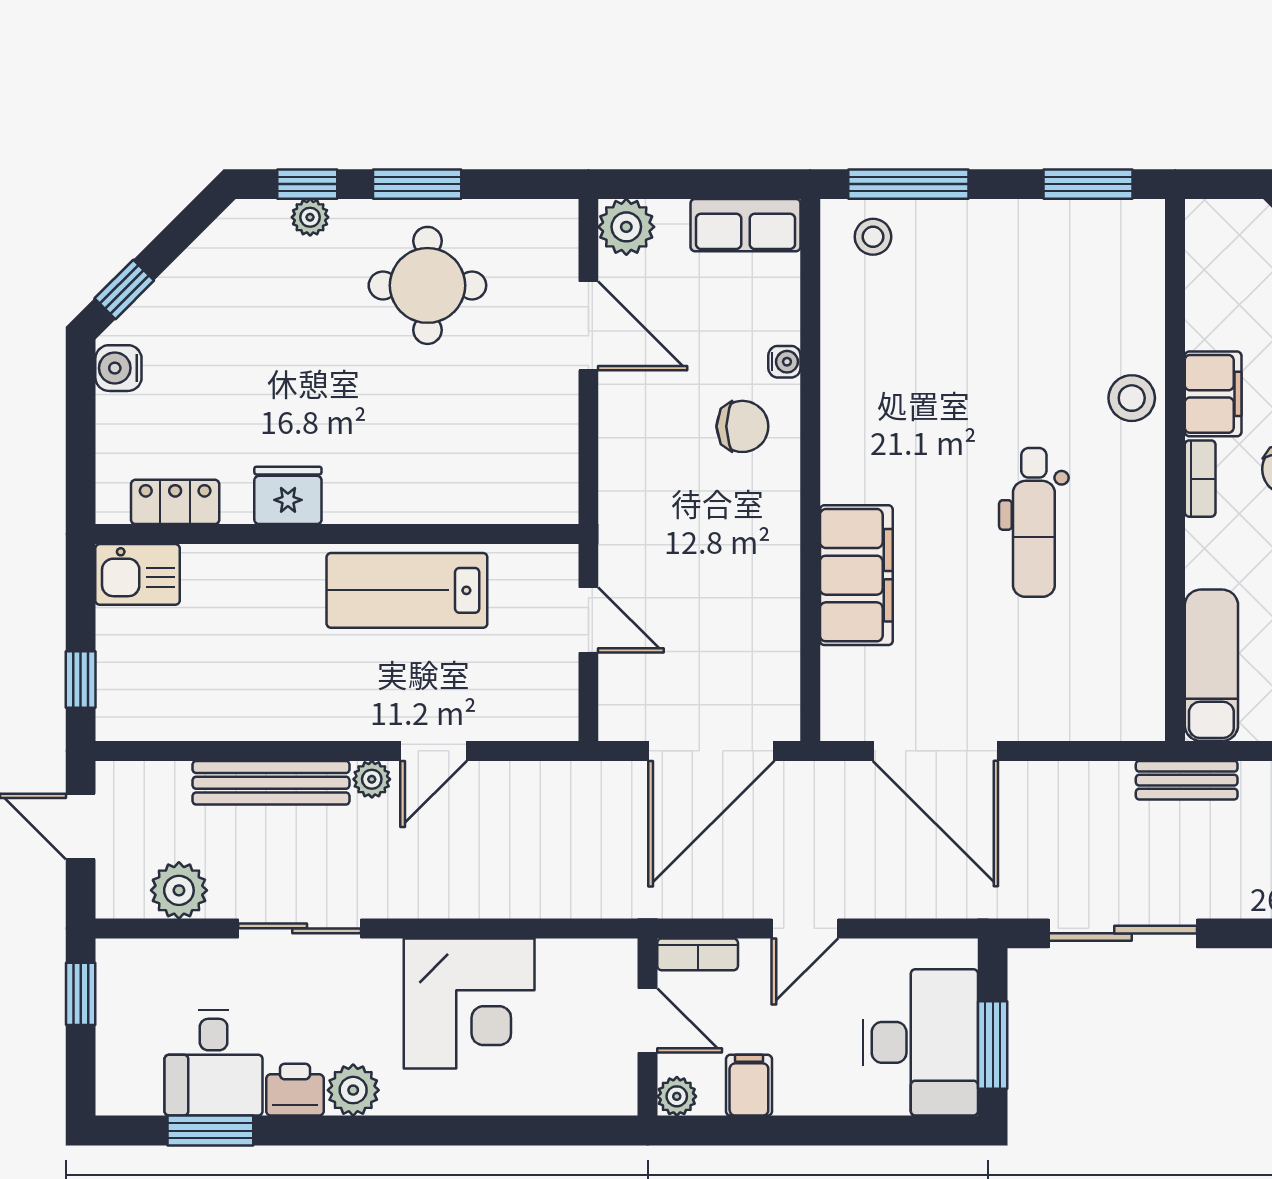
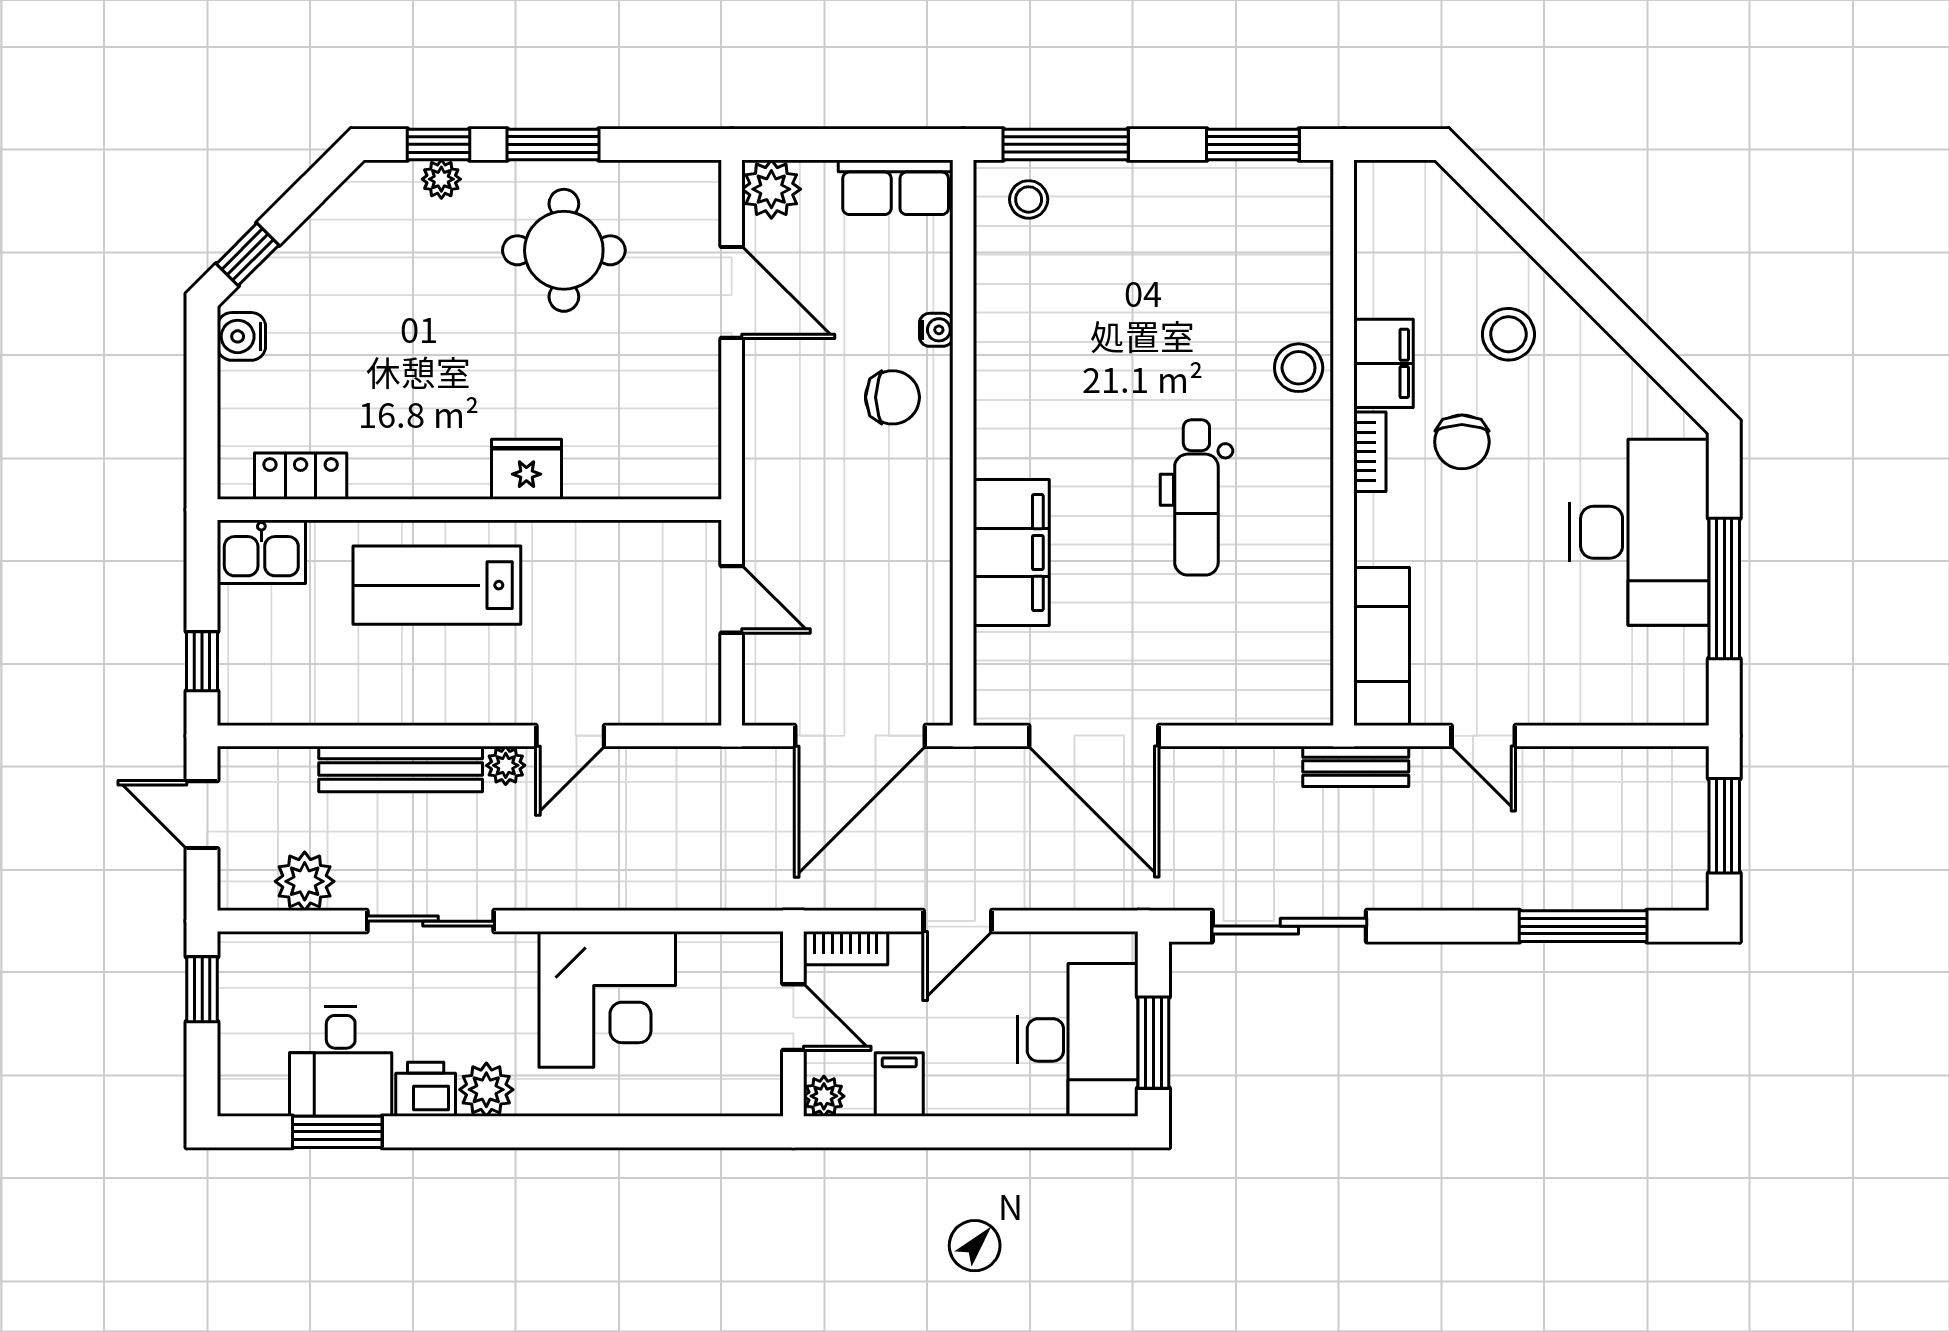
fridge: (288, 495) -> (526, 469), moved
lab bench: (407, 590) -> (437, 585), moved

